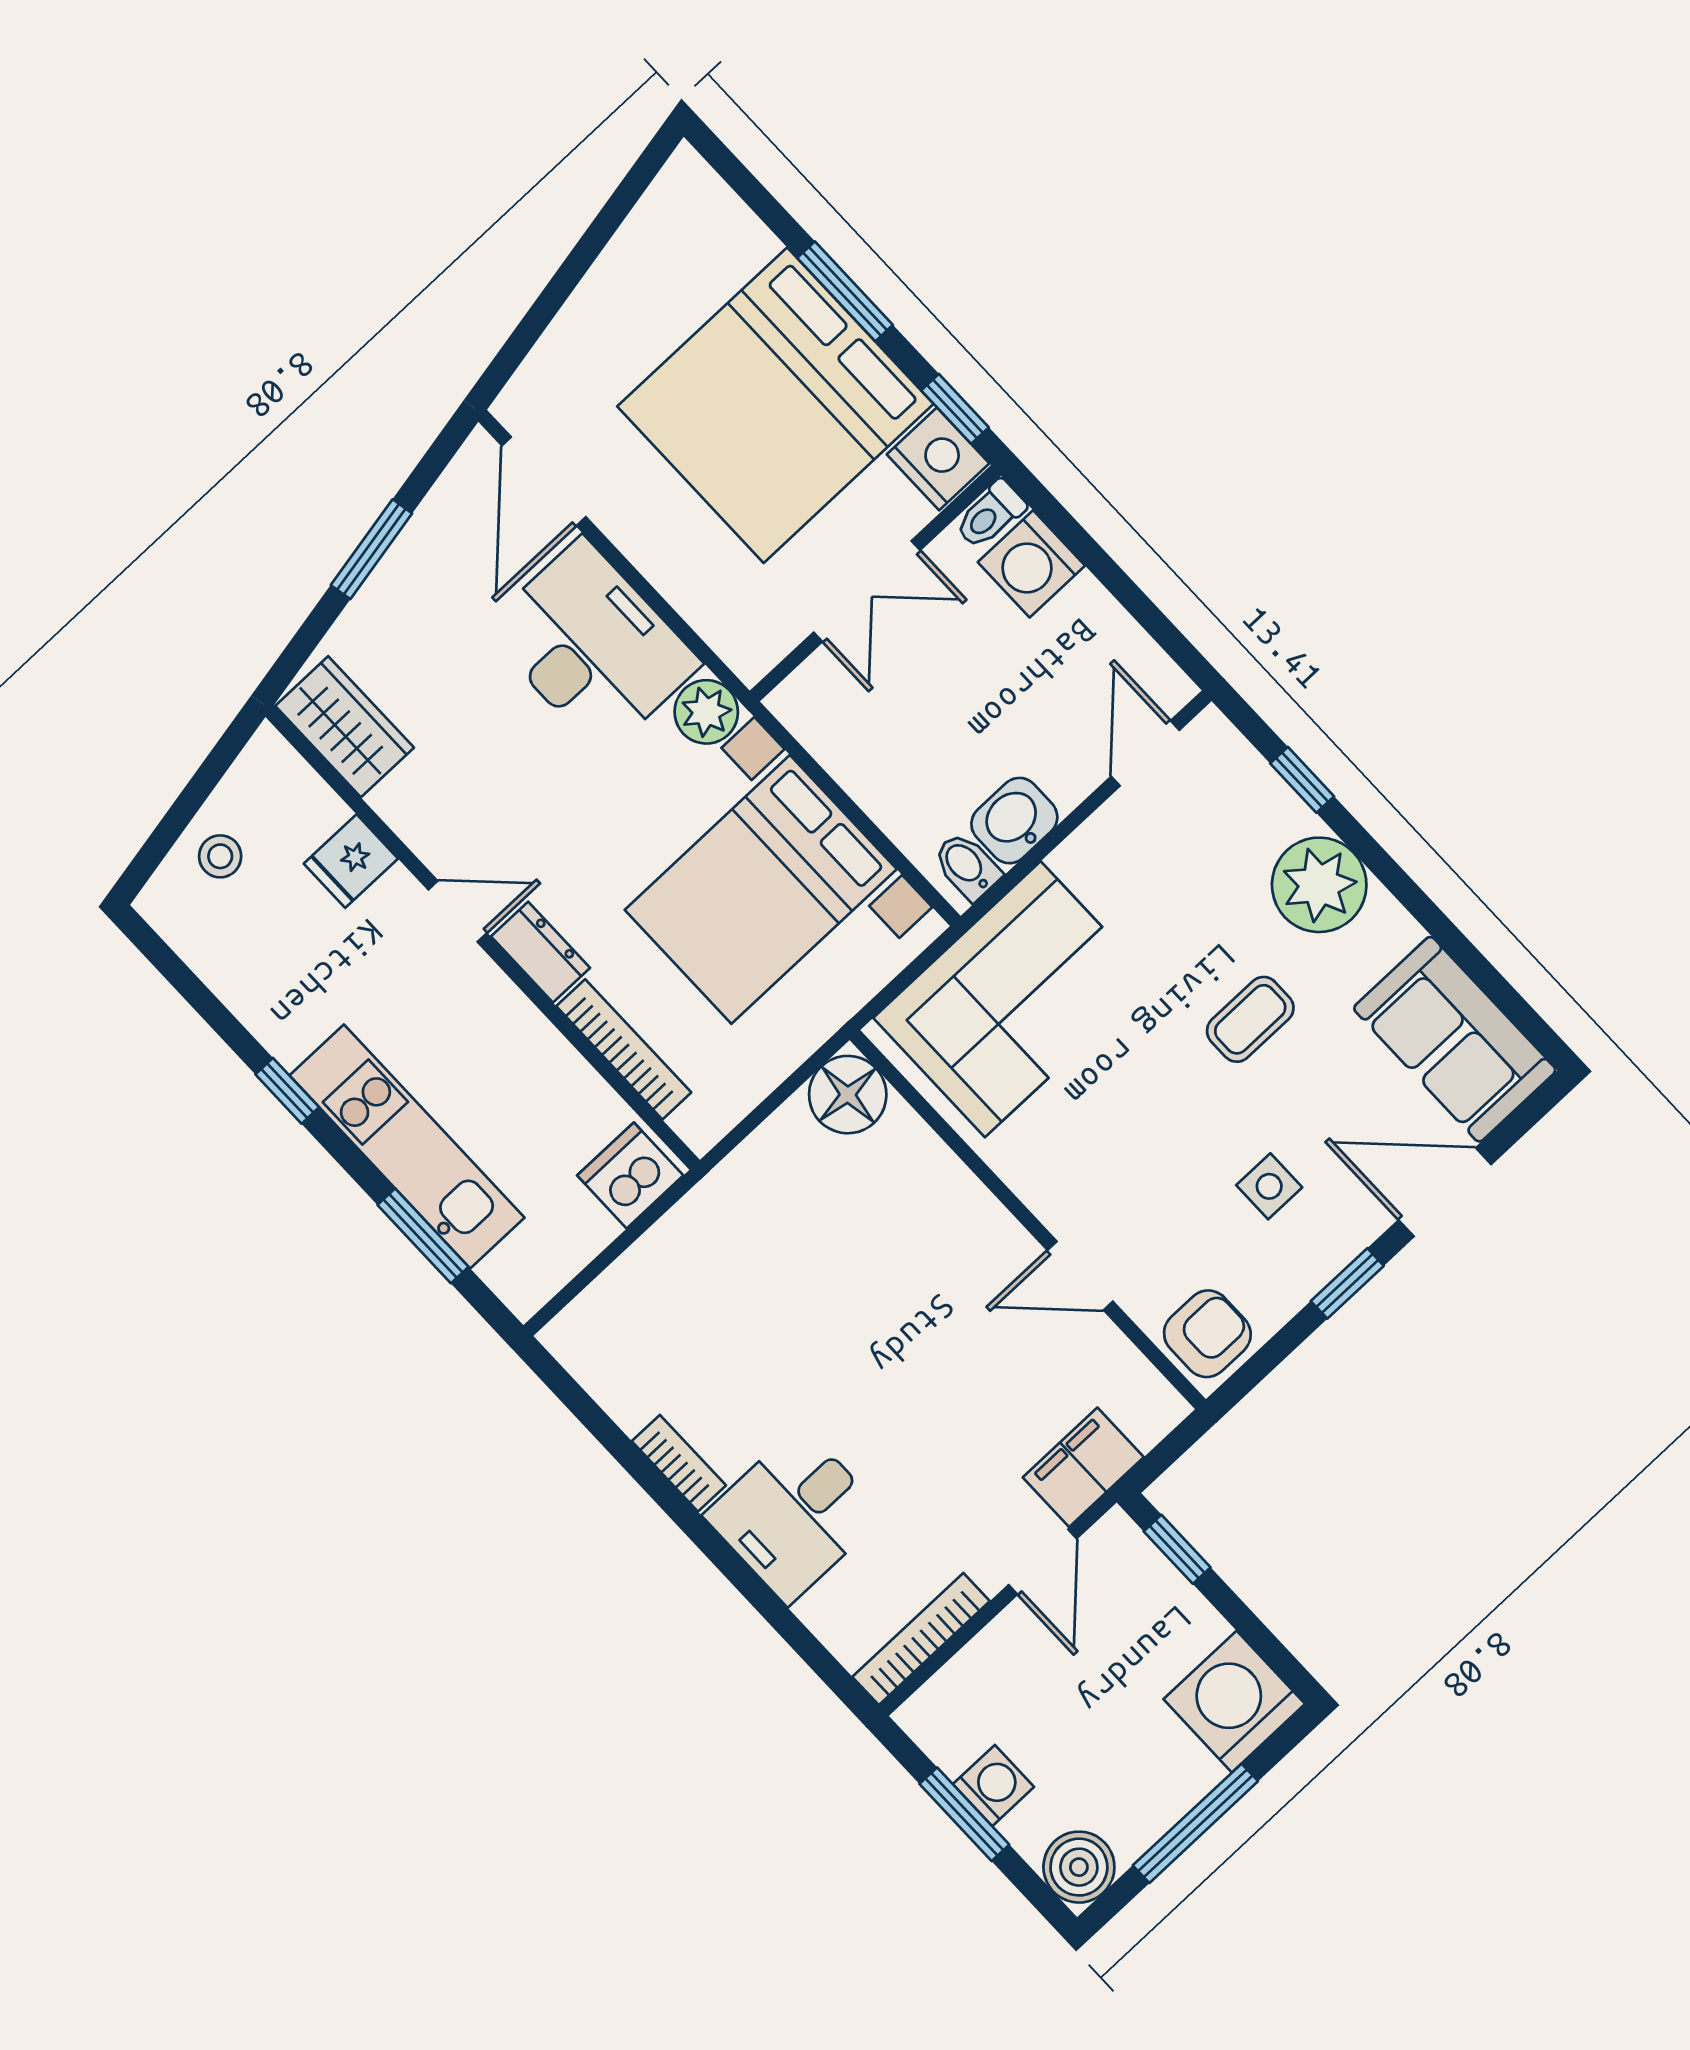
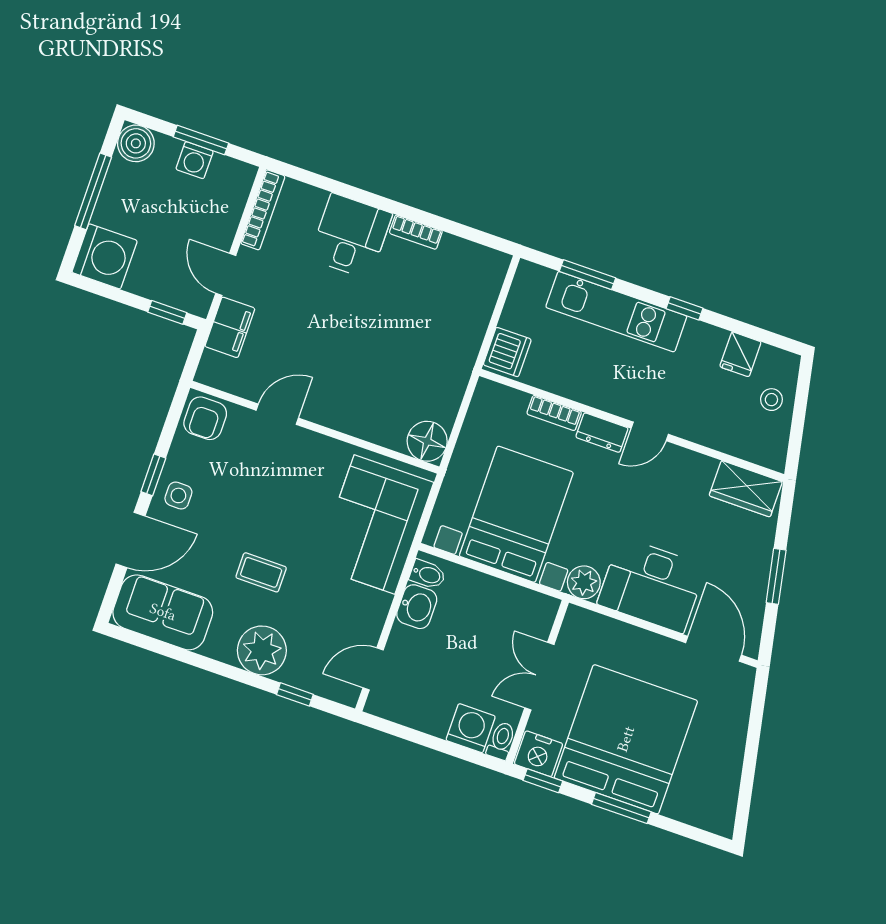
door: (1145, 753) -> (373, 669), swing flipped
fridge: (351, 861) -> (740, 354), moved, turned 180
coffee table: (1250, 1019) -> (261, 572), turned 90
bookcase: (624, 1049) -> (554, 413), width x0.64
side table: (1269, 1186) -> (178, 495), moved

